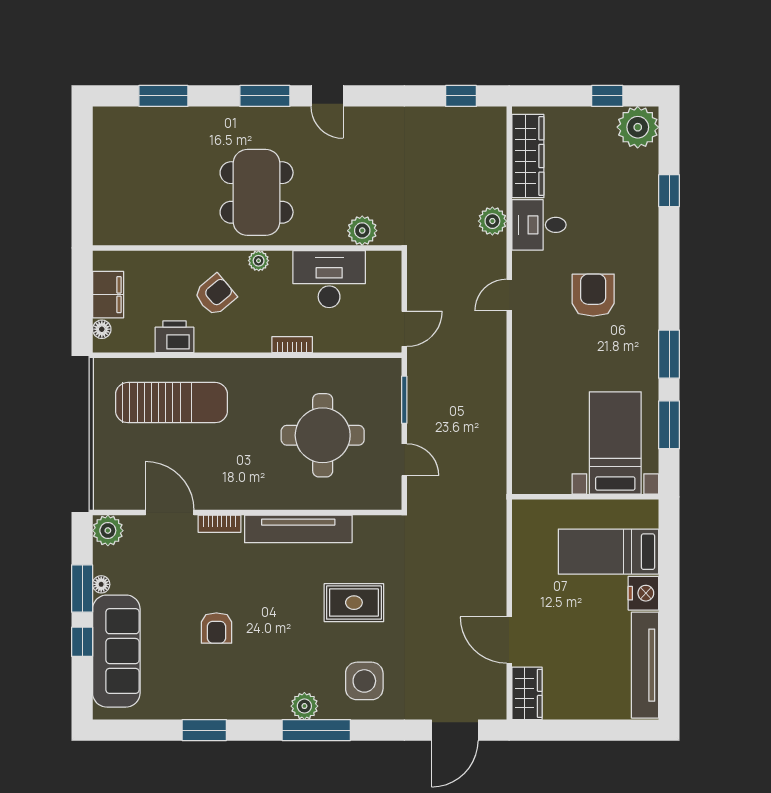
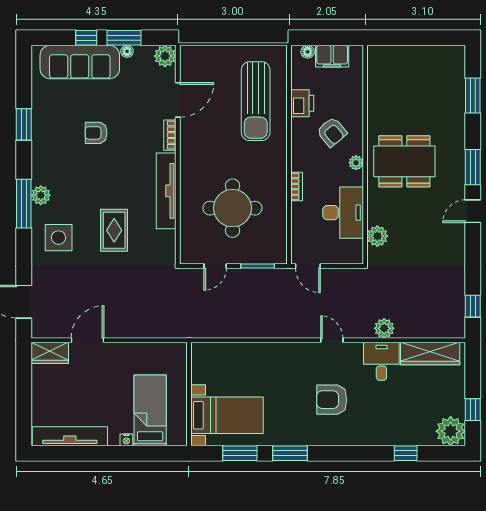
armchair: (593, 295) -> (332, 400), turned 180
nightstand: (643, 593) -> (126, 440), width x0.53, depth x0.56

